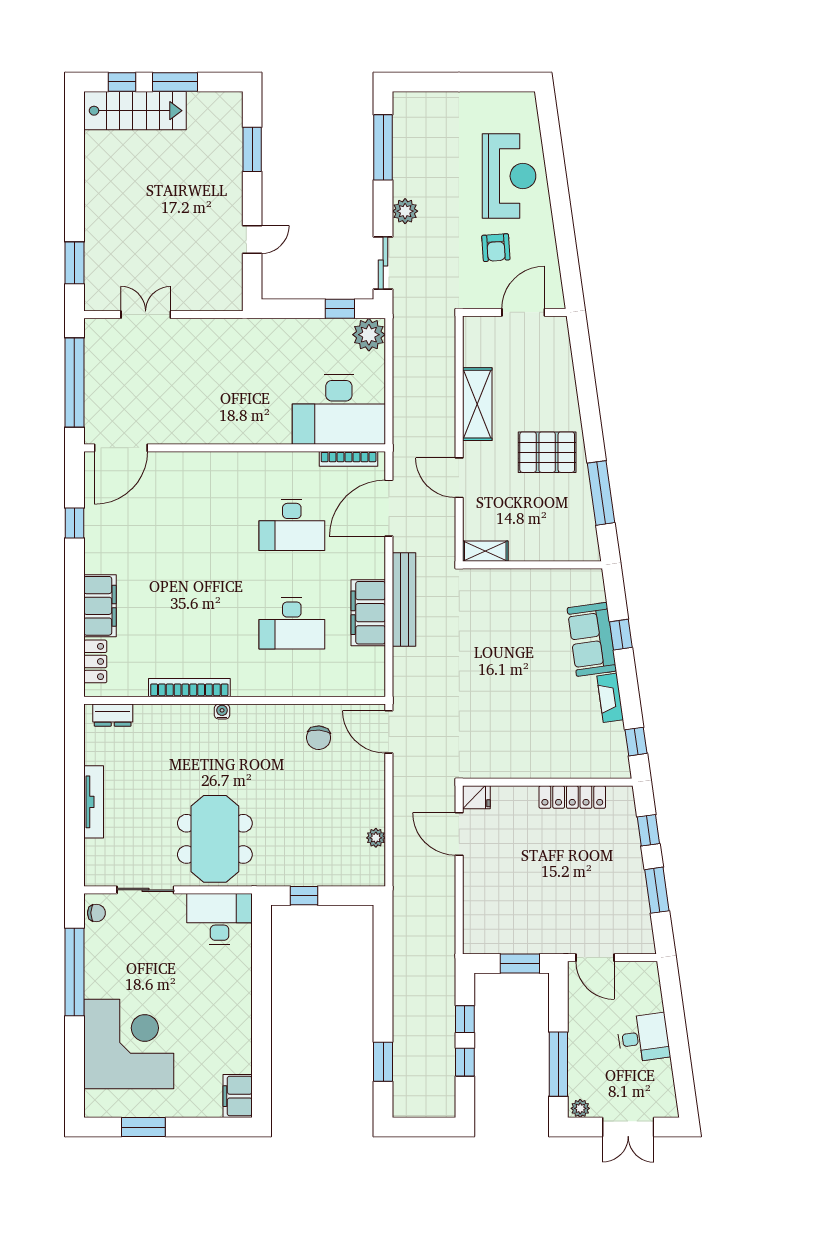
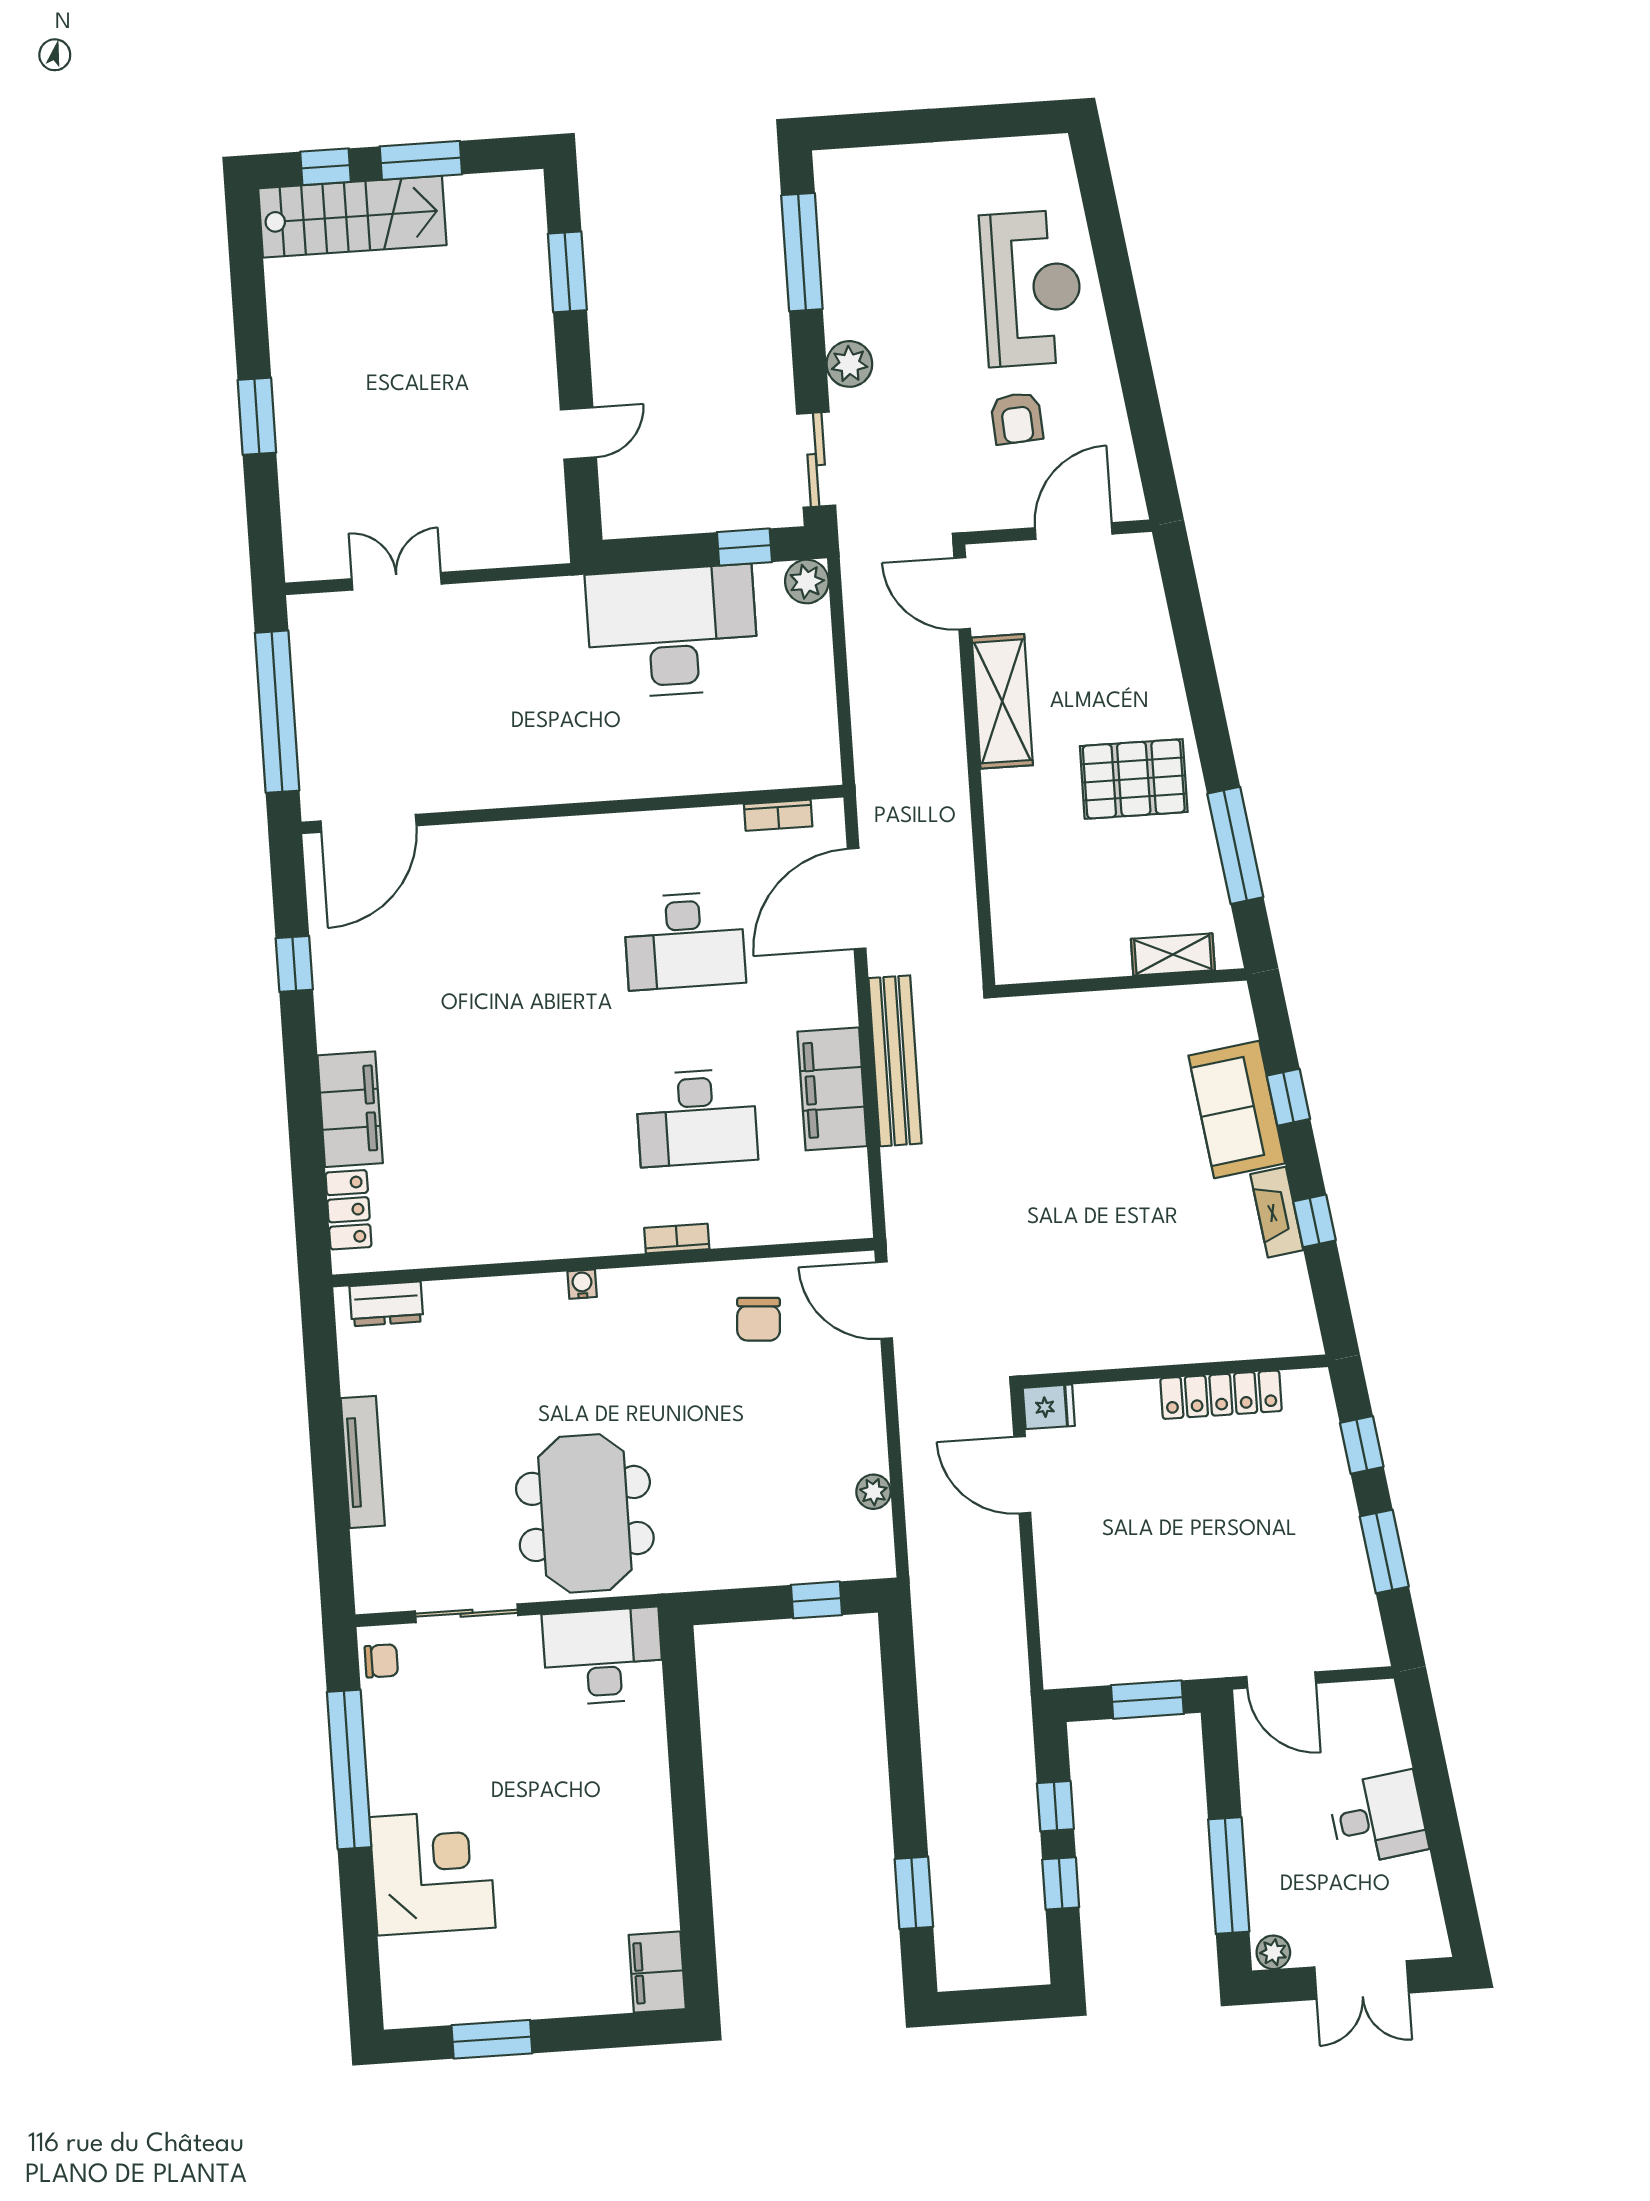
window: (74, 263) -> (257, 416), moved
plant: (369, 335) -> (807, 582), width x0.73, depth x0.73
desk: (339, 410) -> (672, 632), moved, turned 180
bookcase: (349, 459) -> (778, 815), width x0.64
door: (459, 478) -> (962, 593), moved
shelving: (485, 551) -> (1173, 955), moved
bookcase: (189, 688) -> (677, 1238), moved, width x0.43, depth x0.76
window: (636, 742) -> (1314, 1221), moved
window: (304, 896) -> (816, 1600), moved
corner desk: (129, 1044) -> (432, 1872), width x0.74, depth x0.74

